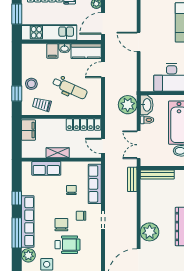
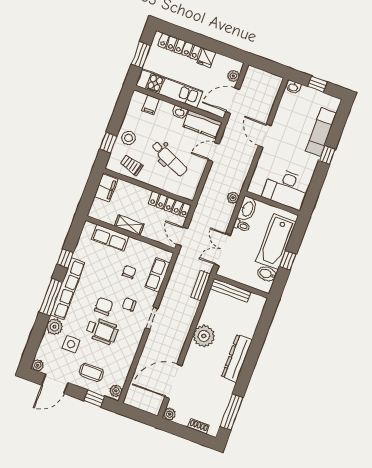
filing cabinet: (52, 51) -> (151, 105), moved
plant: (128, 105) -> (233, 198), width x0.53, depth x0.53
row of seats: (95, 184) -> (157, 275), width x0.68
plant: (150, 232) -> (204, 336), moved

